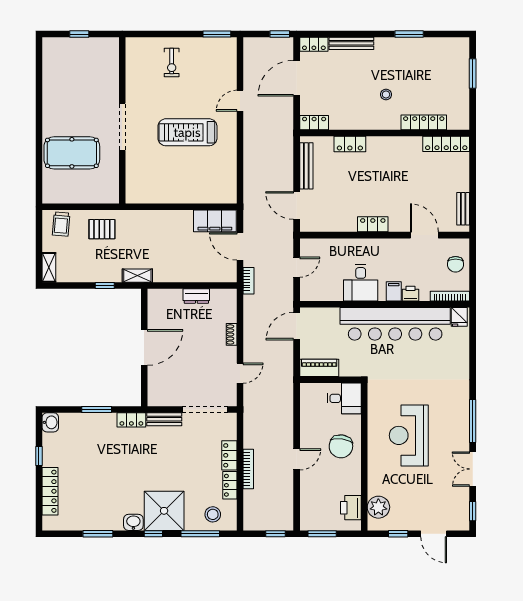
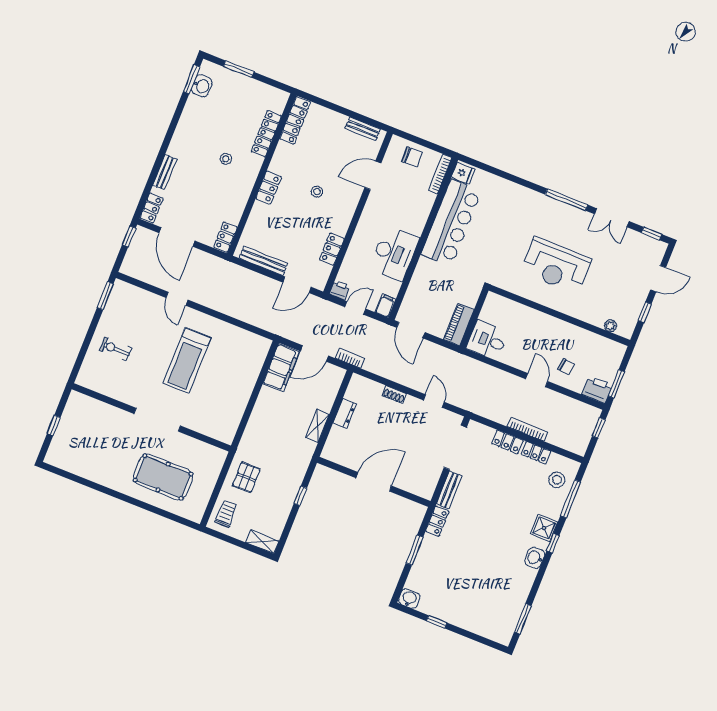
window: (409, 34) -> (191, 79), moved
bench: (351, 43) -> (165, 172), width x0.73
washbasin: (444, 46) -> (202, 86), added
exercise bike: (172, 62) -> (115, 349), turned 180
locker: (350, 144) -> (269, 188), moved
pool table: (72, 153) -> (163, 477), turned 90
stool: (389, 190) -> (317, 192), added
trolley: (61, 224) -> (226, 514), turned -95
locker: (373, 224) -> (332, 249), moved
door: (297, 267) -> (355, 308), hinge flipped
shelving: (137, 276) -> (317, 426), moved
desk: (361, 283) -> (394, 253), width x1.37
filing cabinet: (394, 291) -> (385, 306), moved, turned 90
printer: (410, 294) -> (340, 290), moved, turned 90
bar counter: (395, 324) -> (451, 222), width x0.73
door: (144, 347) -> (374, 482), hinge flipped
desk: (344, 398) -> (487, 340), moved, turned -90
chair: (341, 446) -> (566, 367), moved, width x0.54, depth x0.54
locker: (50, 491) -> (474, 625), removed
plant: (378, 507) -> (610, 326), width x0.53, depth x0.53
printer: (351, 508) -> (597, 390), moved, turned 180
shower: (164, 511) -> (544, 528), width x0.54, depth x0.54
window: (98, 534) -> (523, 619), moved

